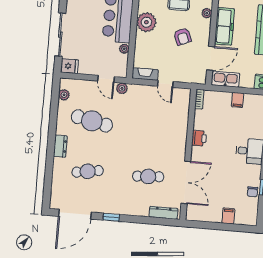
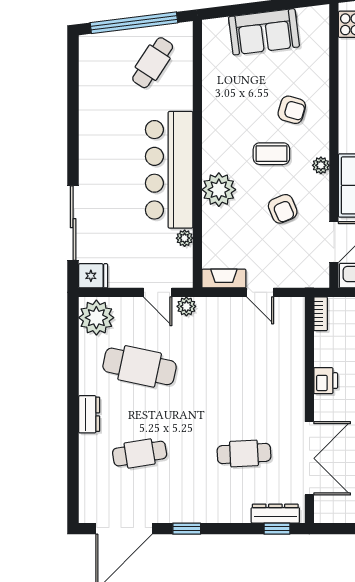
plant: (64, 95) -> (96, 318), width x1.88, depth x1.88
window: (164, 222) -> (277, 529), added

